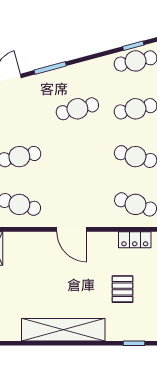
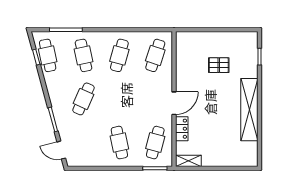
cafe table: (77, 109) -> (83, 99), turned 39
locker: (135, 240) -> (182, 129), moved

